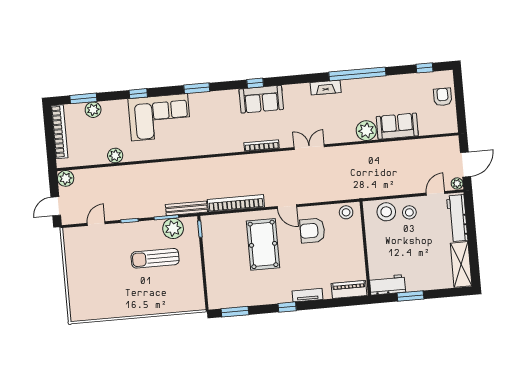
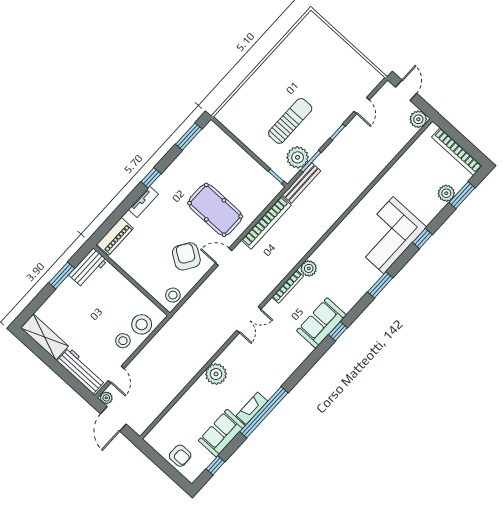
fireplace: (326, 88) -> (252, 408), moved
sofa: (397, 126) -> (222, 433), moved, turned 180
plant: (115, 156) -> (309, 268), moved
armchair: (312, 231) -> (186, 256), turned -57

